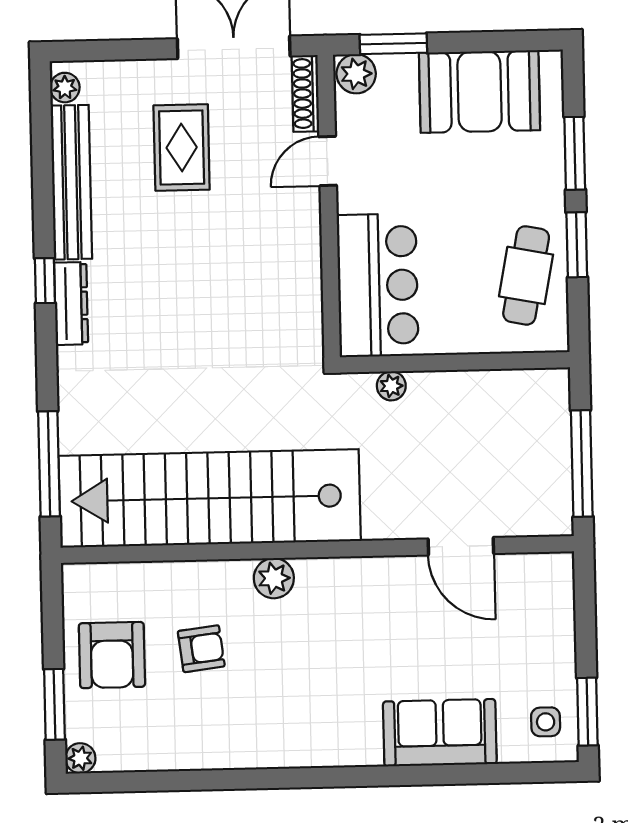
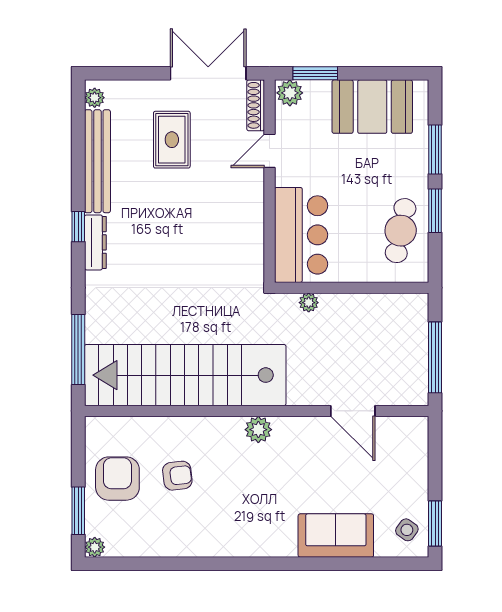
plant: (274, 578) -> (258, 430), moved
armchair: (112, 655) -> (117, 479), turned 180
side table: (546, 722) -> (407, 530), turned 36

